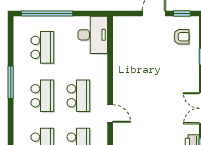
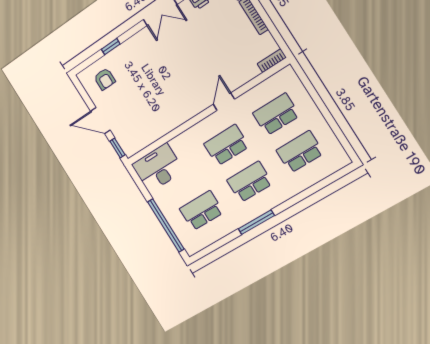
window: (182, 14) -> (117, 148), moved
armchair: (182, 37) -> (105, 79), turned 180

